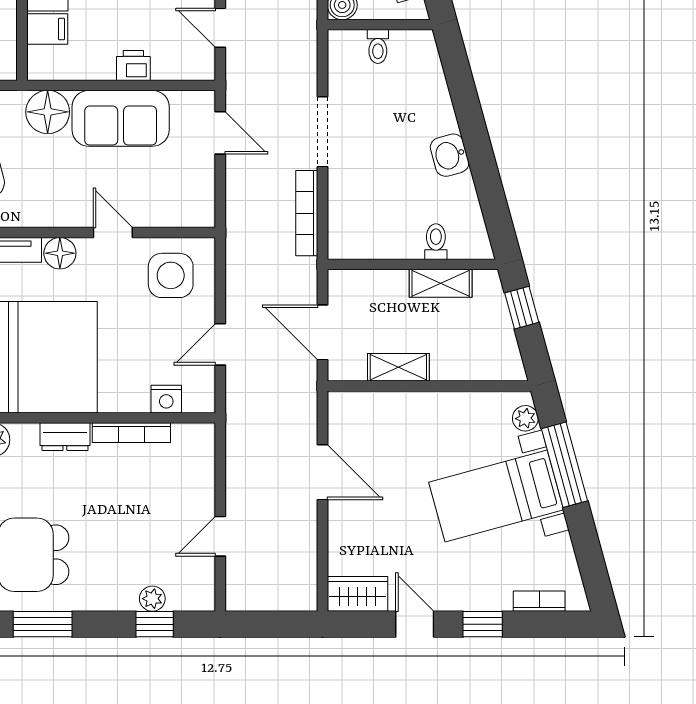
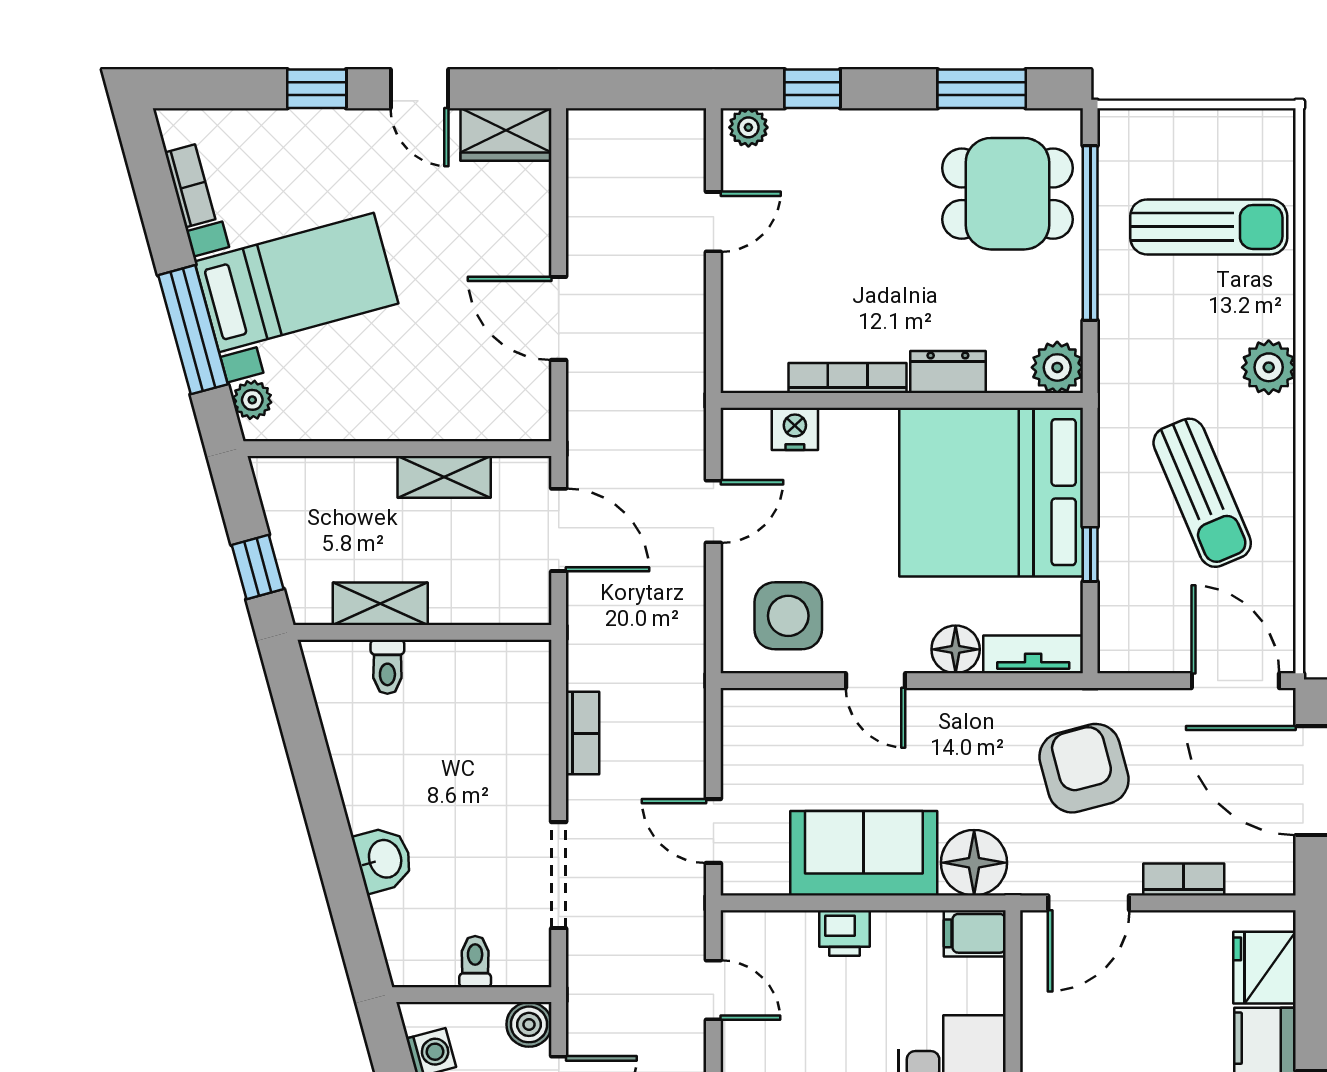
filing cabinet: (47, 29) -> (975, 933), moved
doorway: (323, 132) -> (559, 875), moved
washbasin: (450, 155) -> (384, 859), moved
bookcase: (307, 213) -> (582, 733), width x0.64
plant: (152, 599) -> (748, 127), moved
bookcase: (539, 601) -> (190, 186), moved, turned -105

